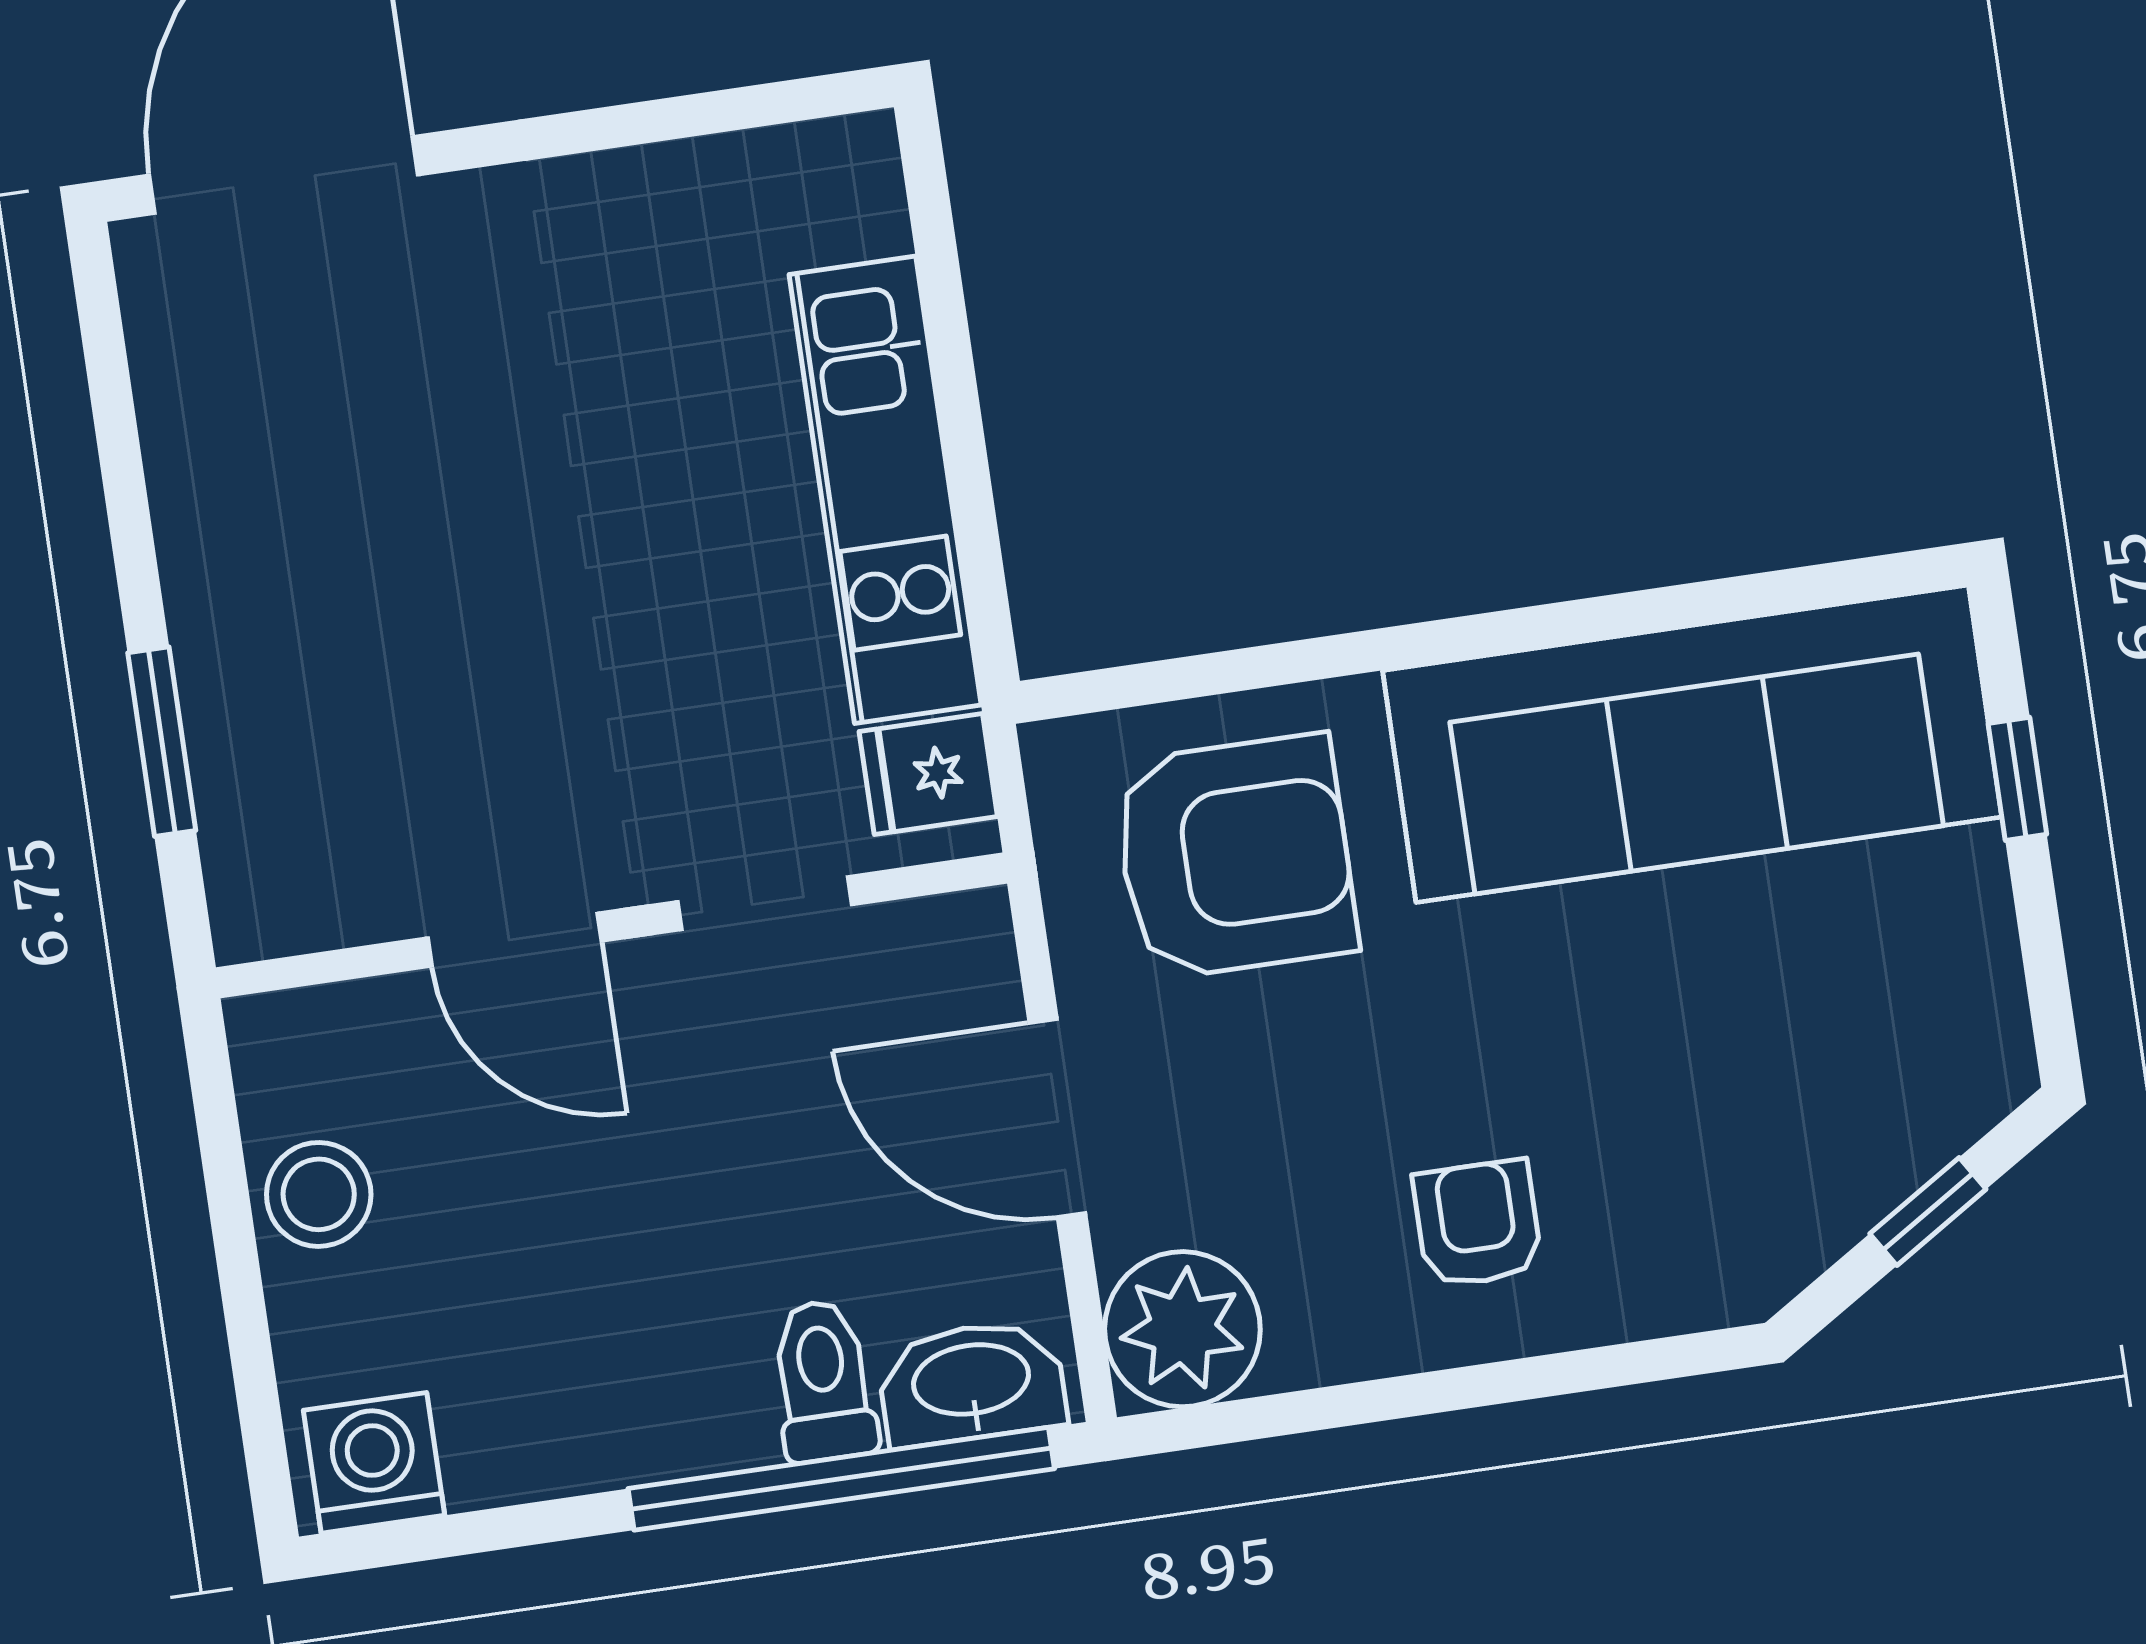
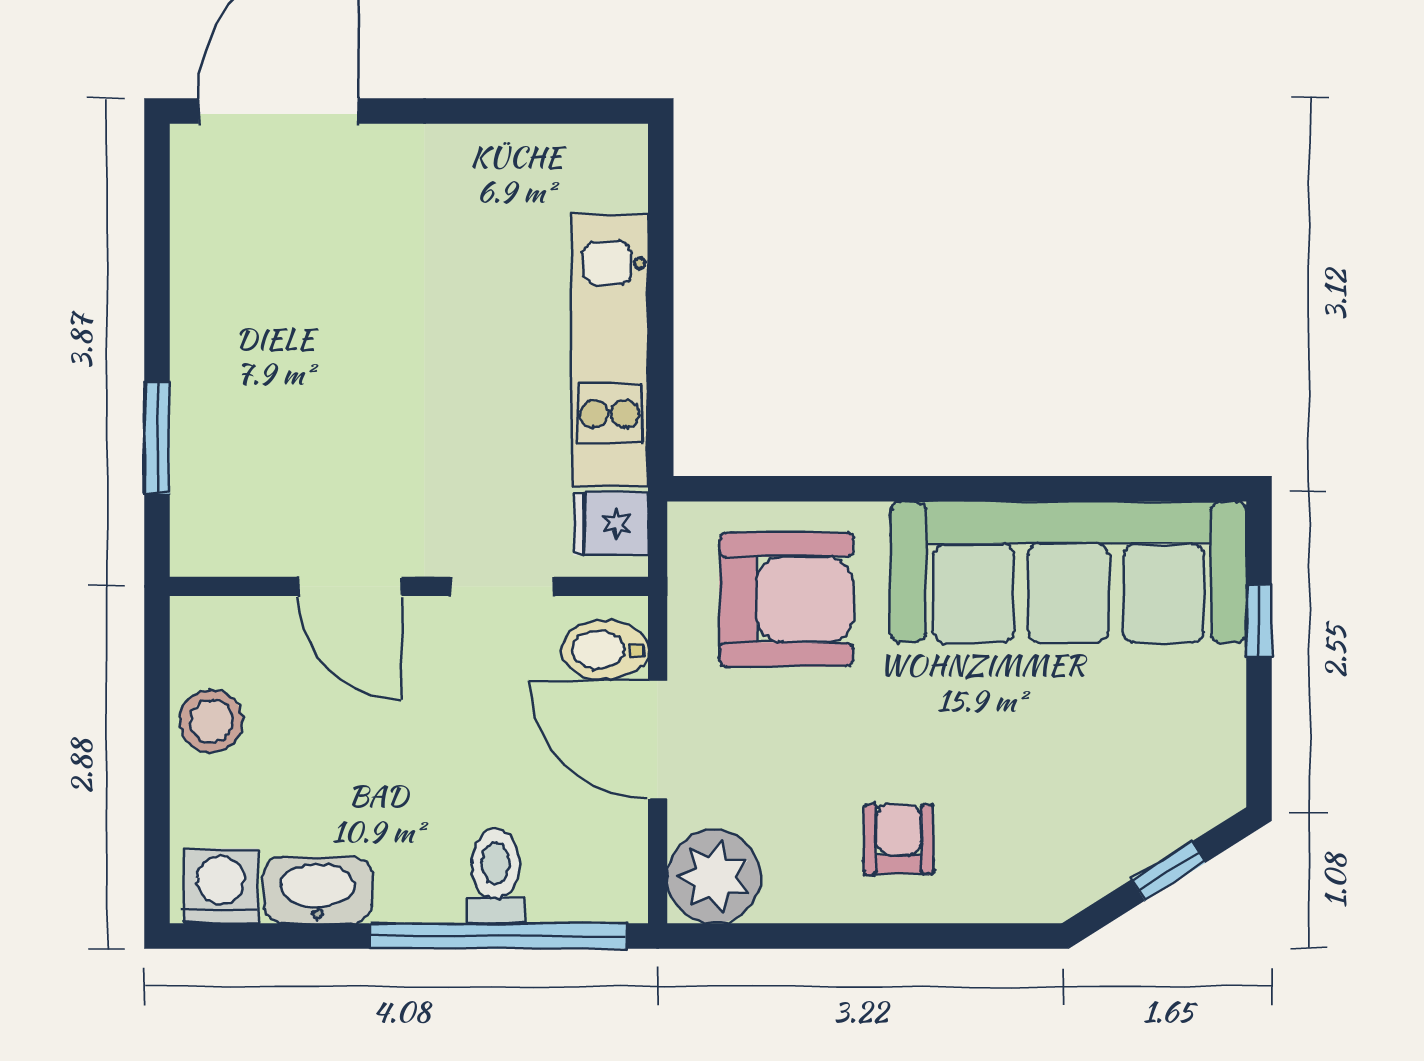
bidet: (949, 983) -> (605, 650), added
washbasin: (972, 1383) -> (318, 890), moved

